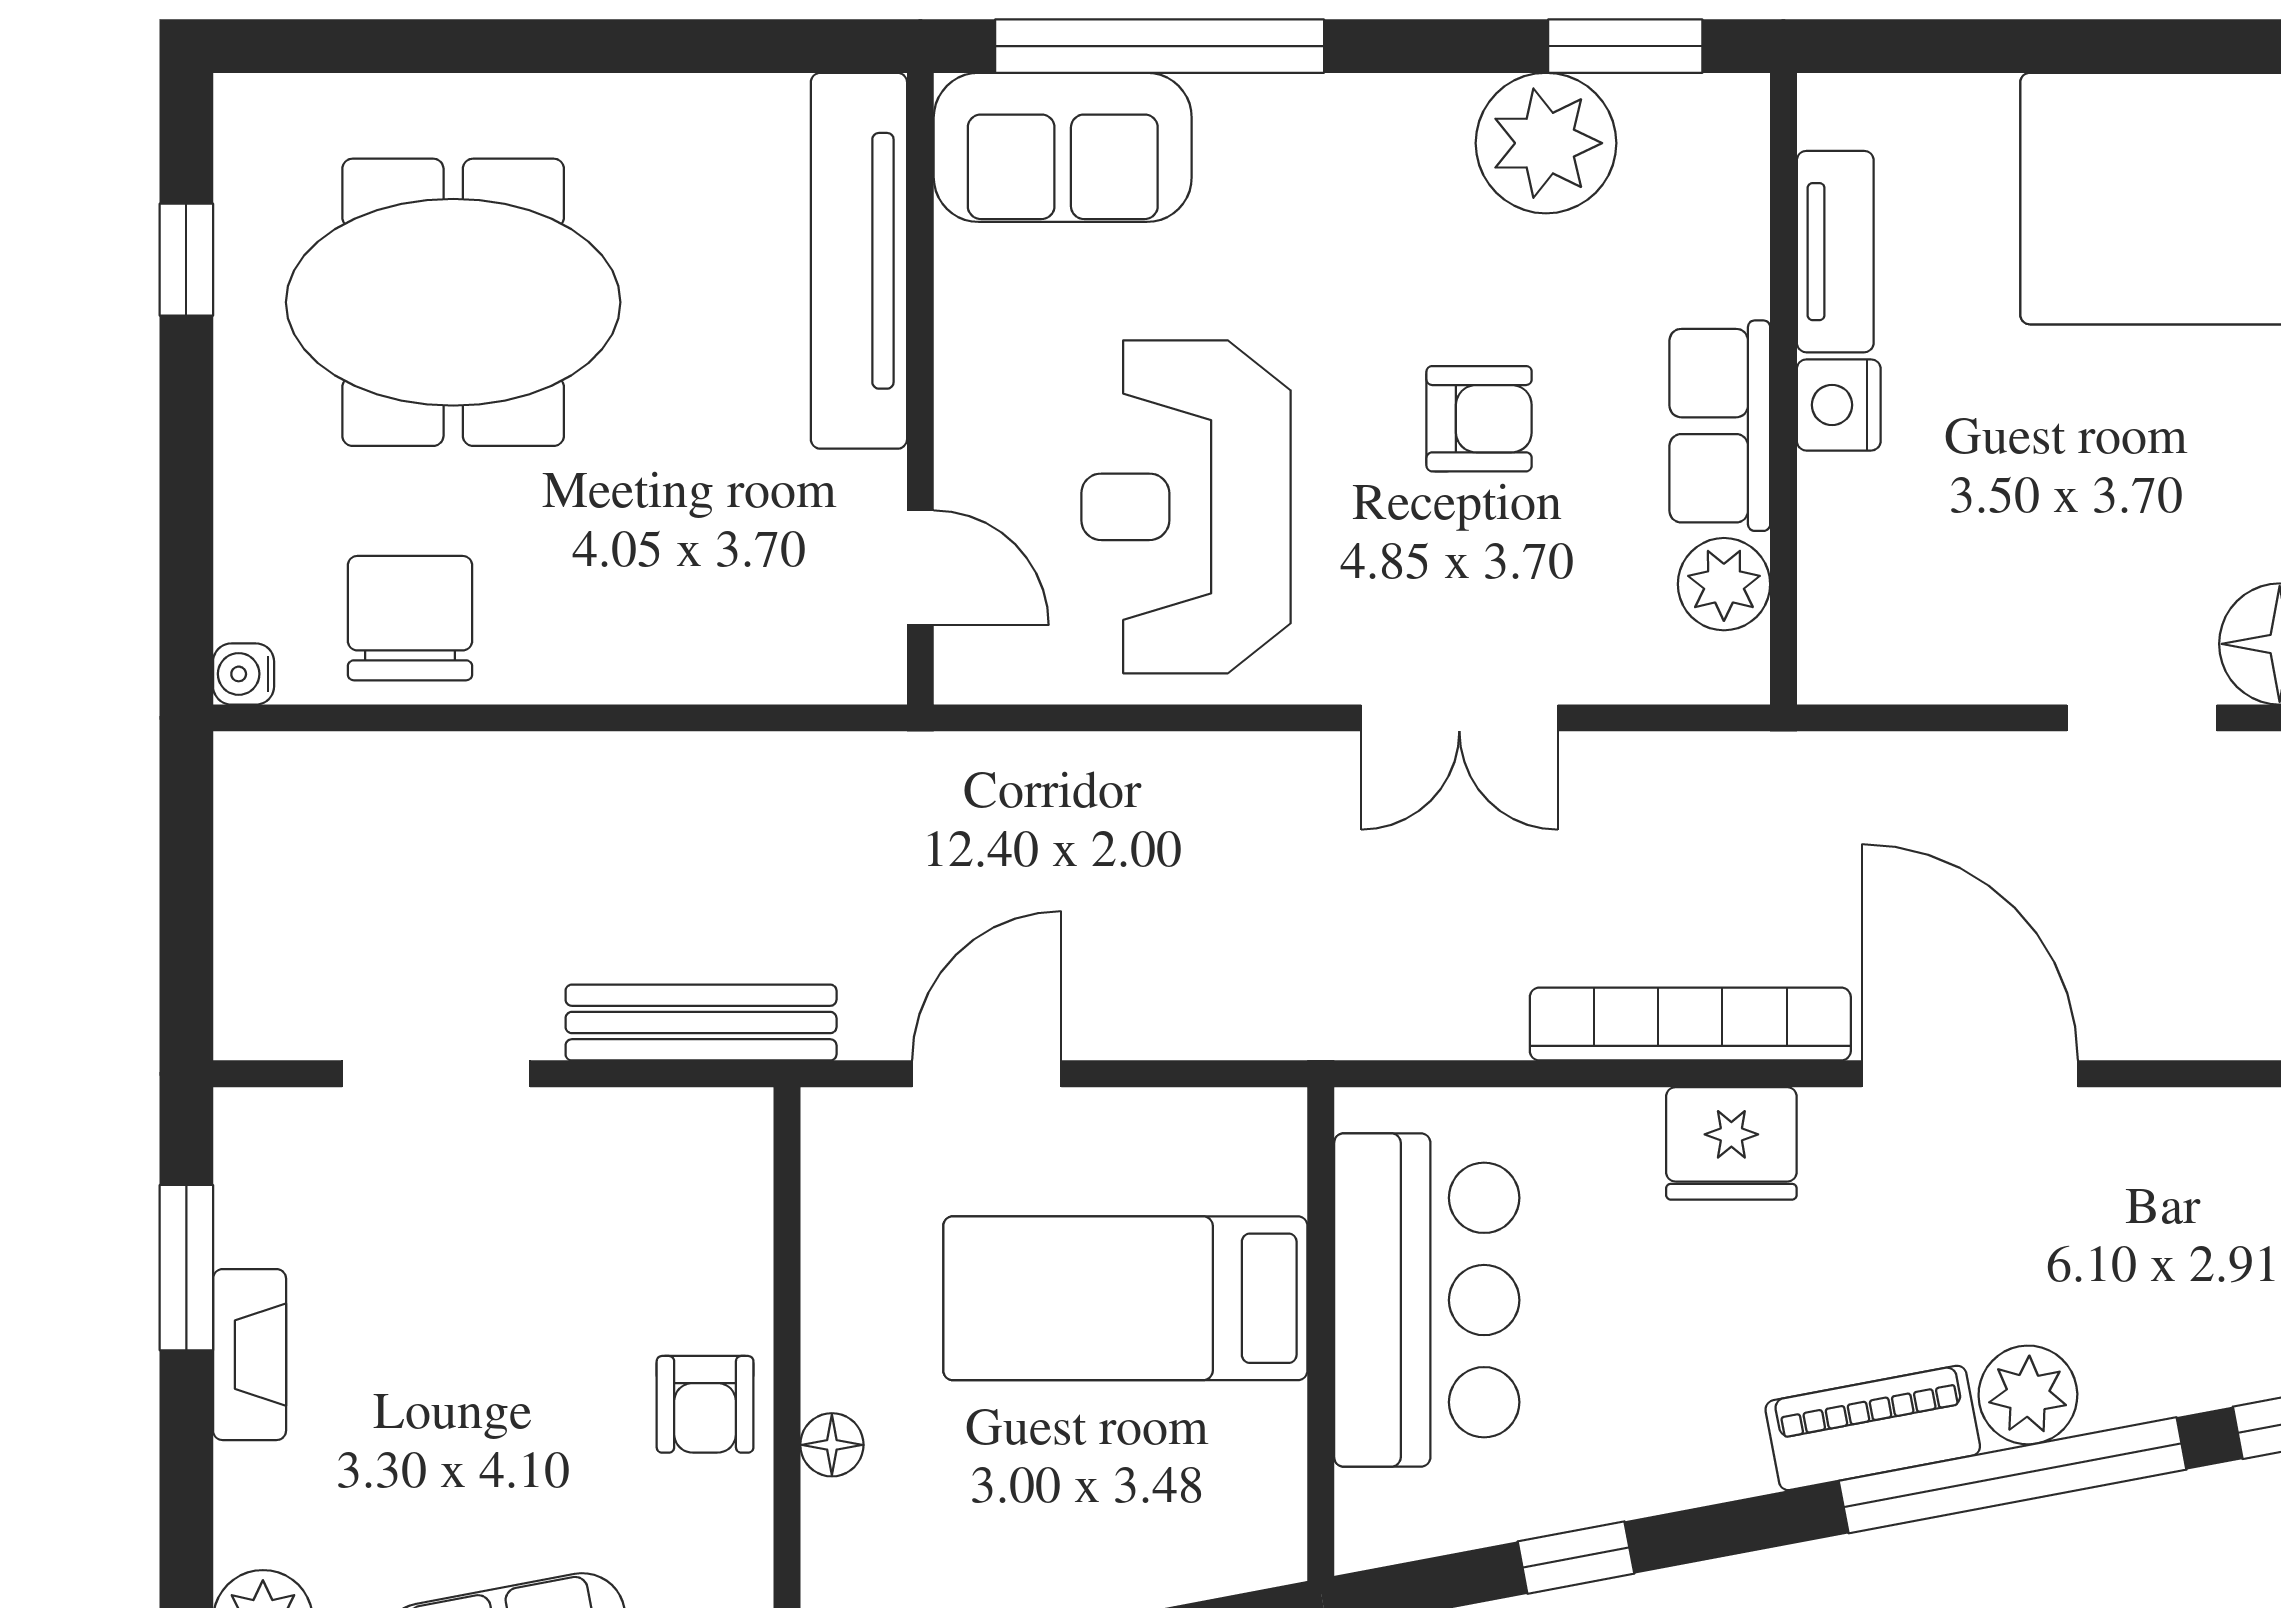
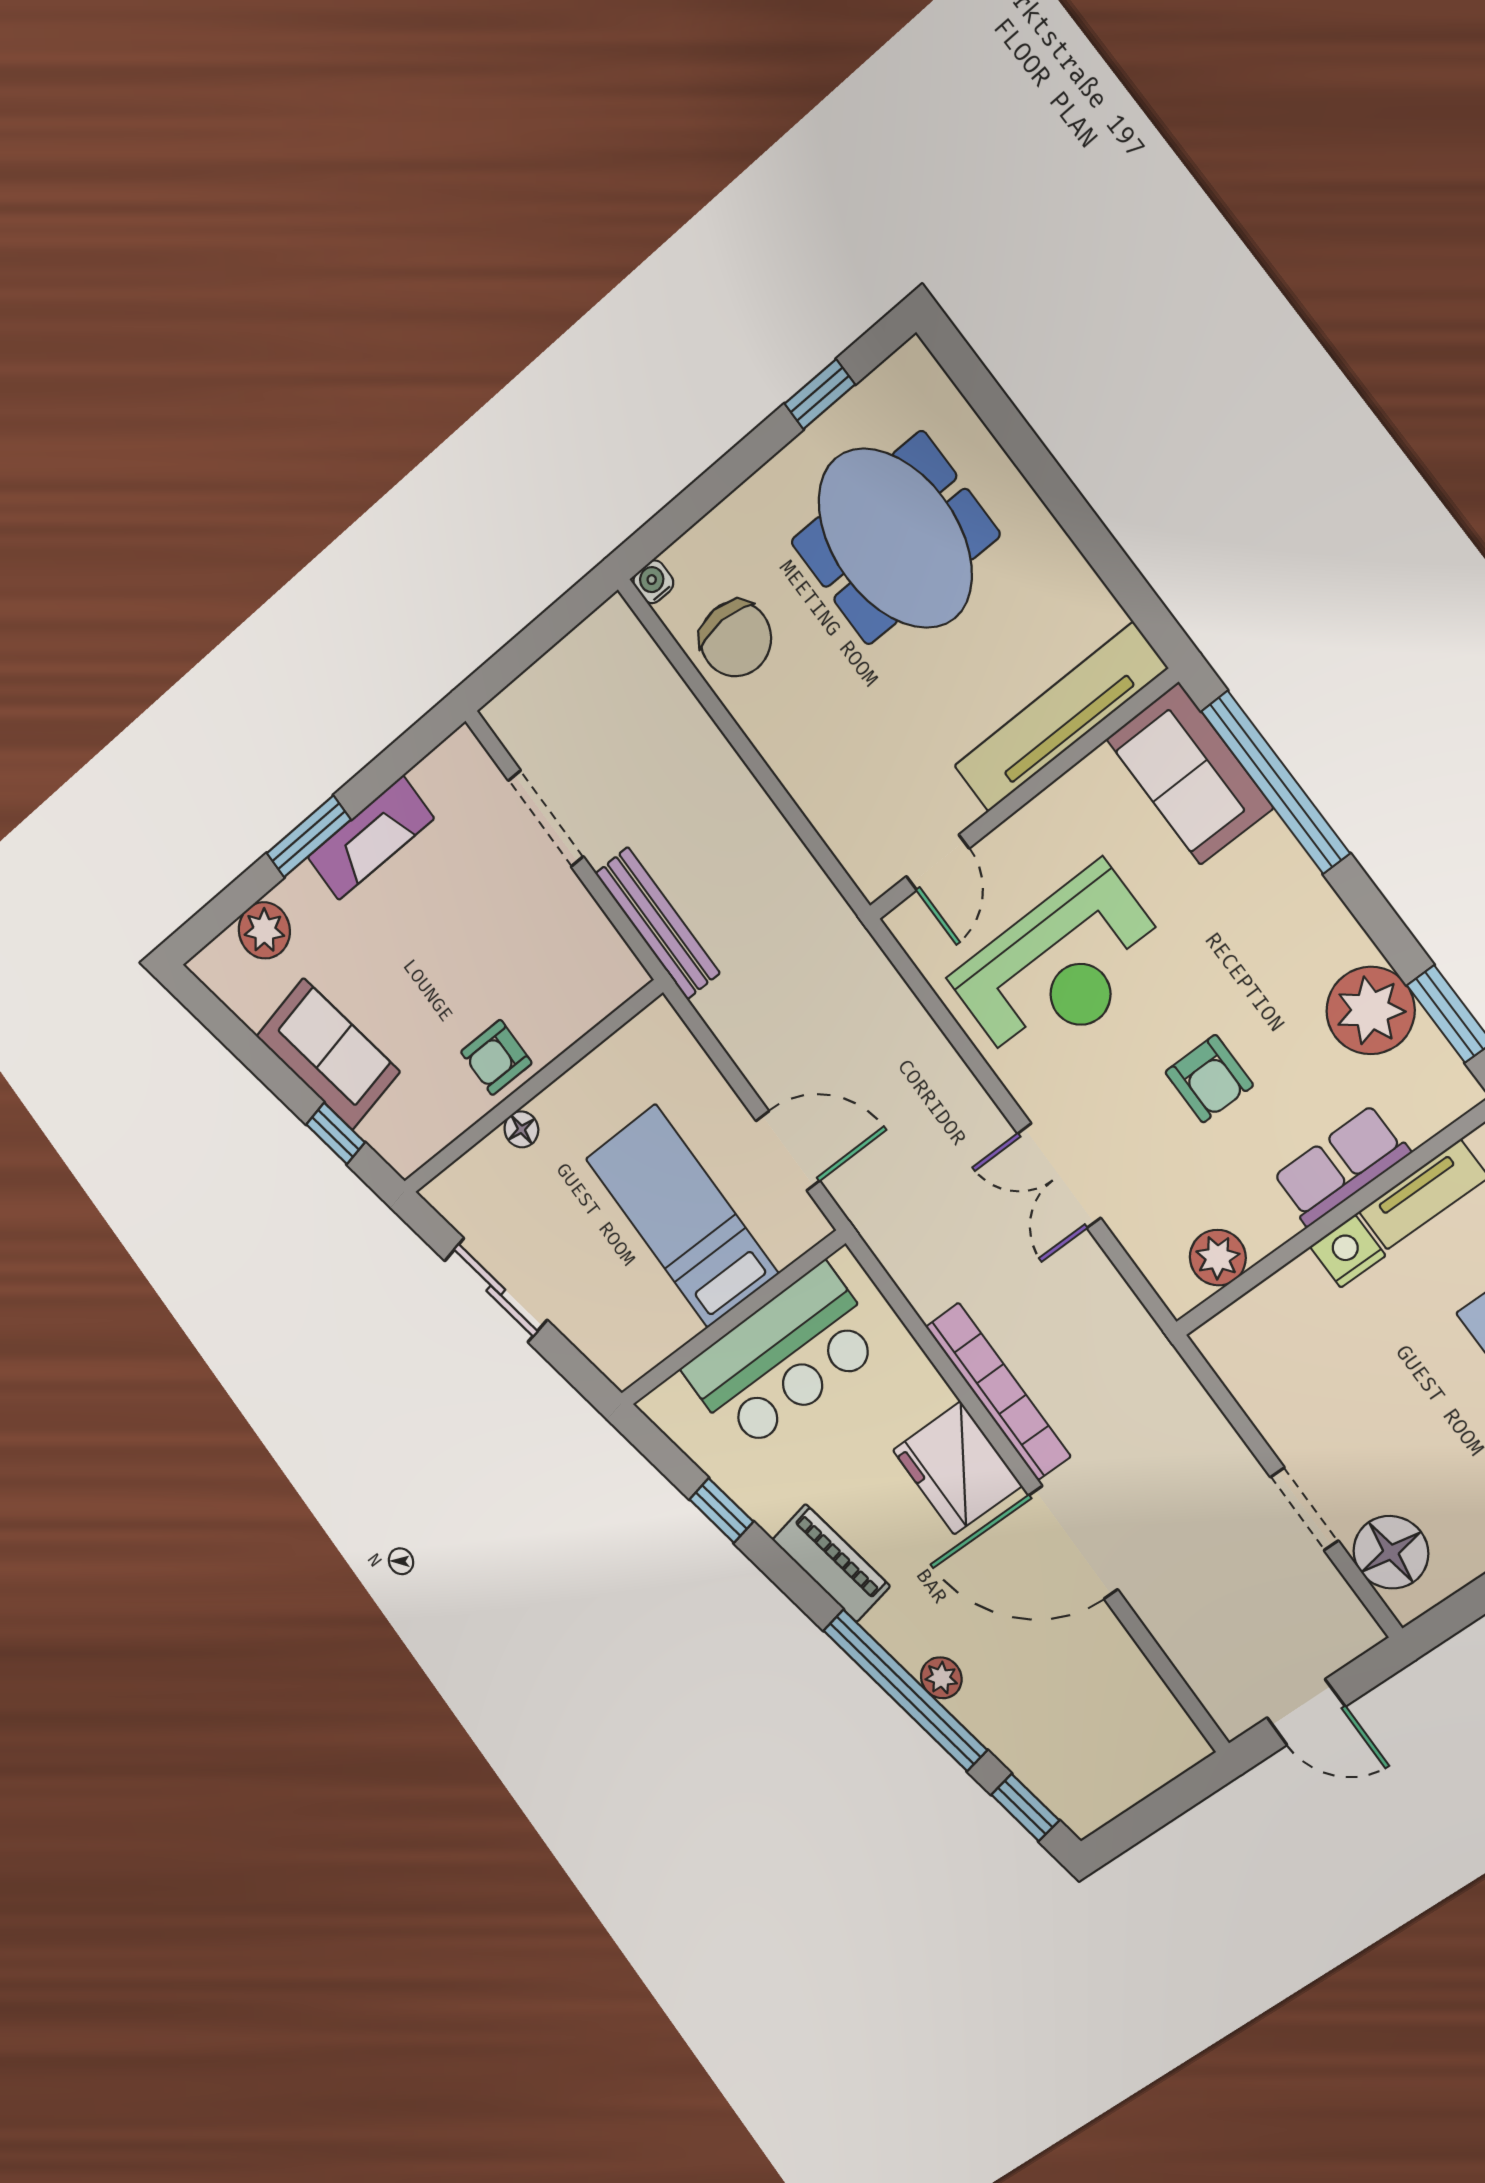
row of seats: (1720, 426) -> (1341, 1166), moved
reception desk: (1186, 507) -> (1061, 968), turned 180
chair: (410, 618) -> (736, 639), turned 90
door: (987, 1074) -> (788, 1151), moved
door: (1970, 1074) -> (1073, 1542), swing flipped
fridge: (1731, 1143) -> (957, 1468), width x1.36, depth x1.34
window: (186, 1268) -> (309, 836), moved
fireplace: (250, 1355) -> (371, 838), width x1.37, depth x1.32
plant: (2028, 1395) -> (941, 1678), width x0.73, depth x0.73
piano: (1873, 1428) -> (831, 1563), moved

